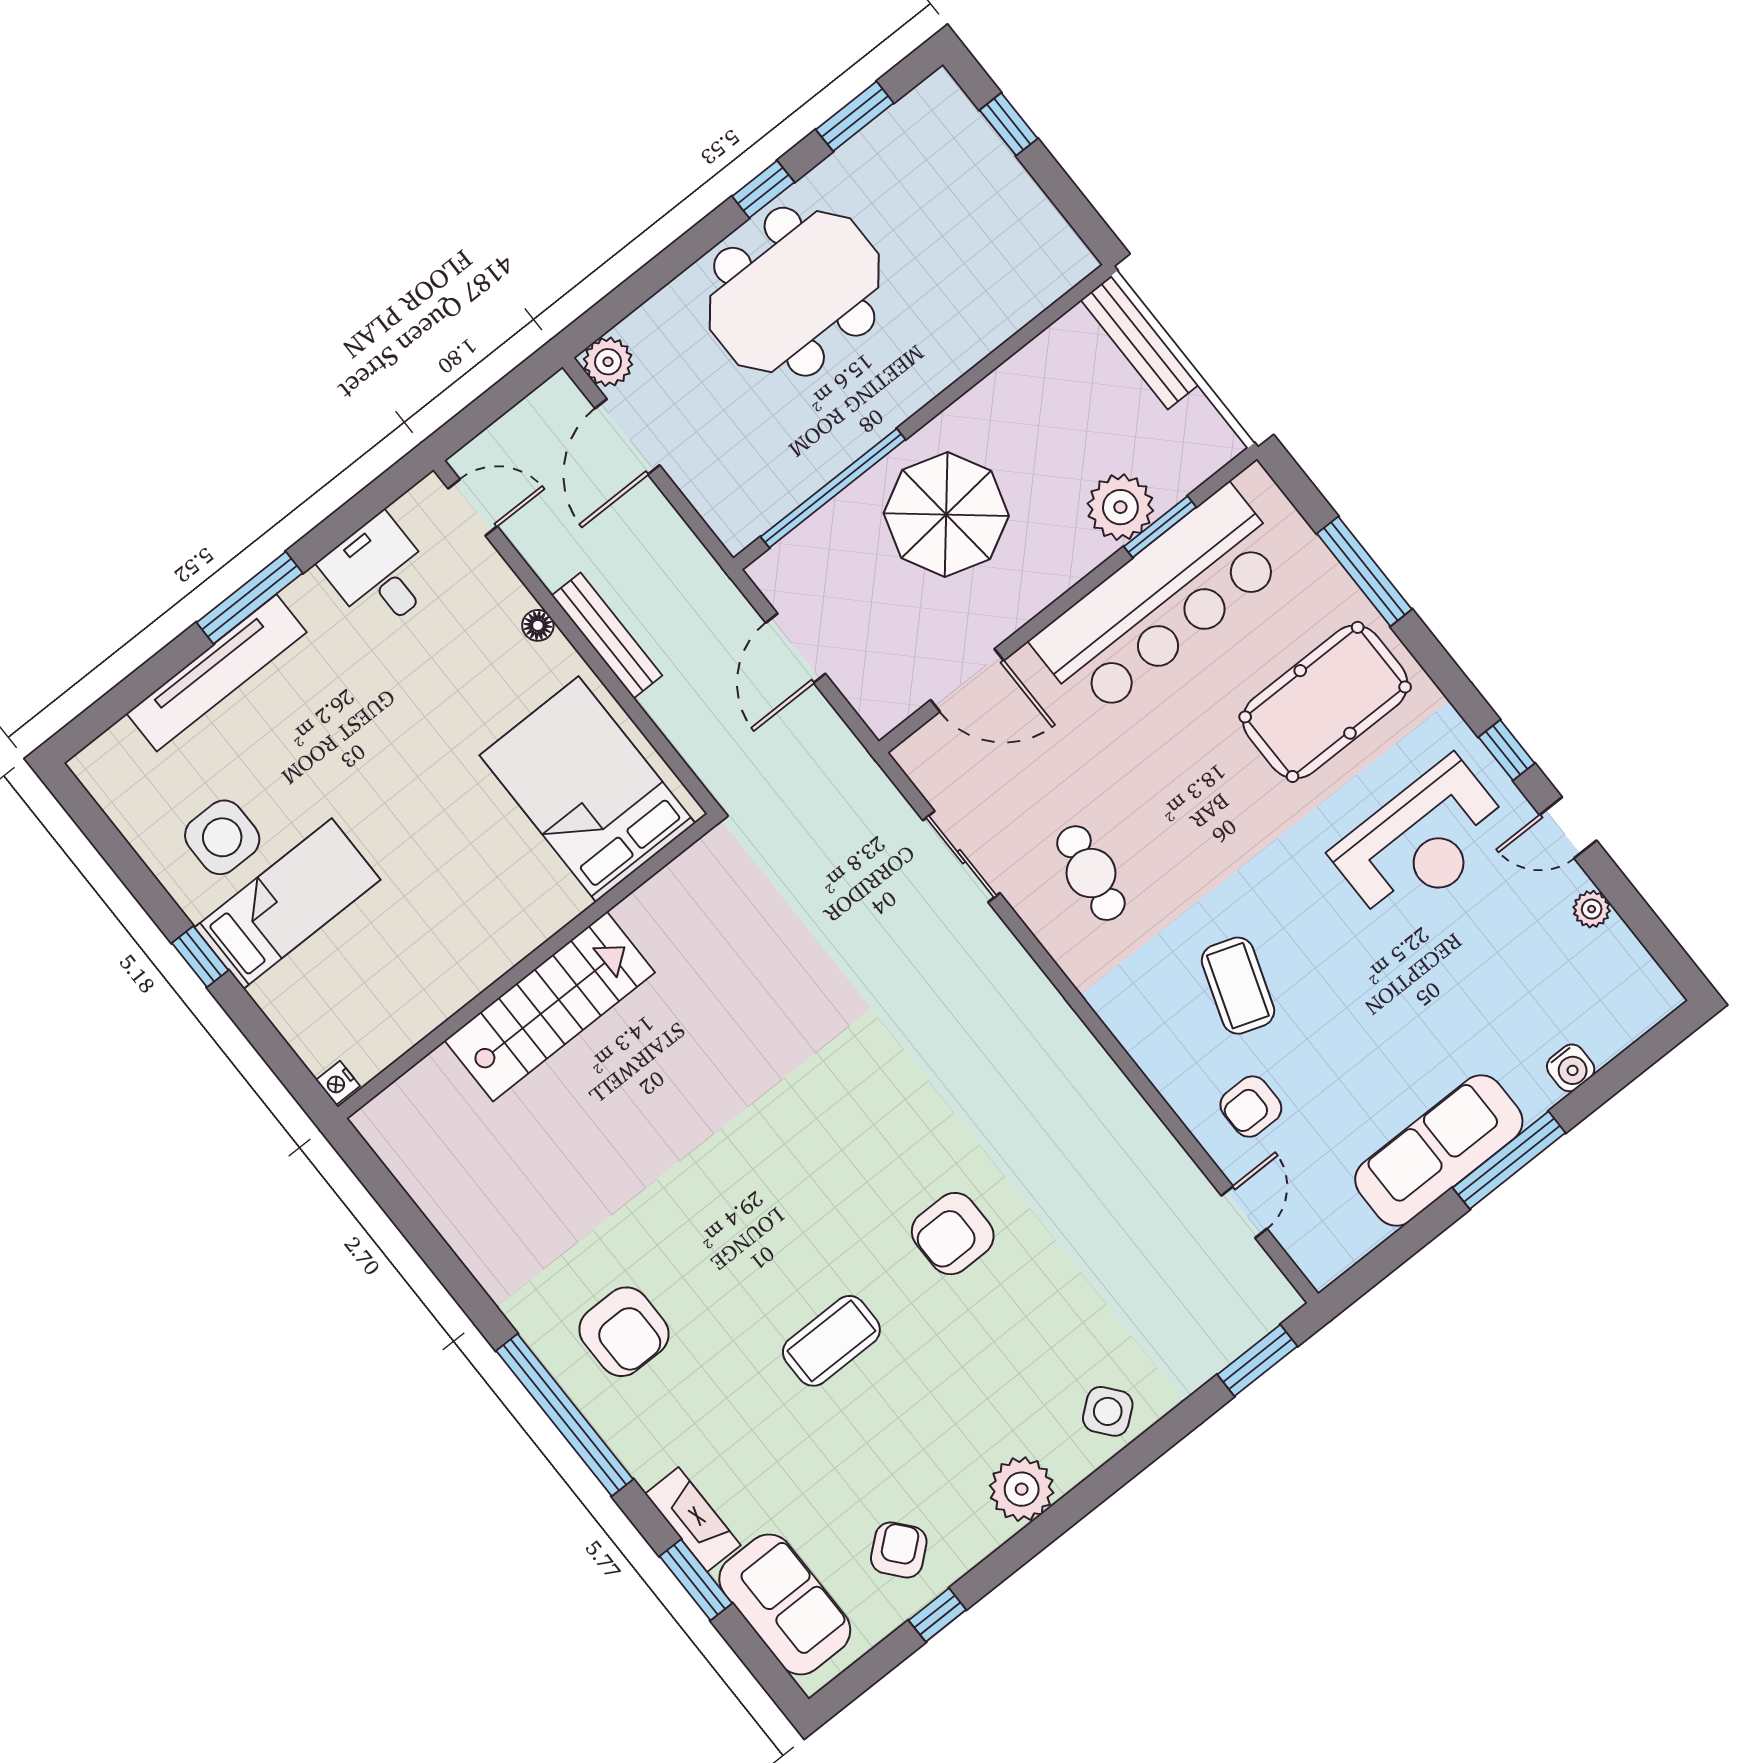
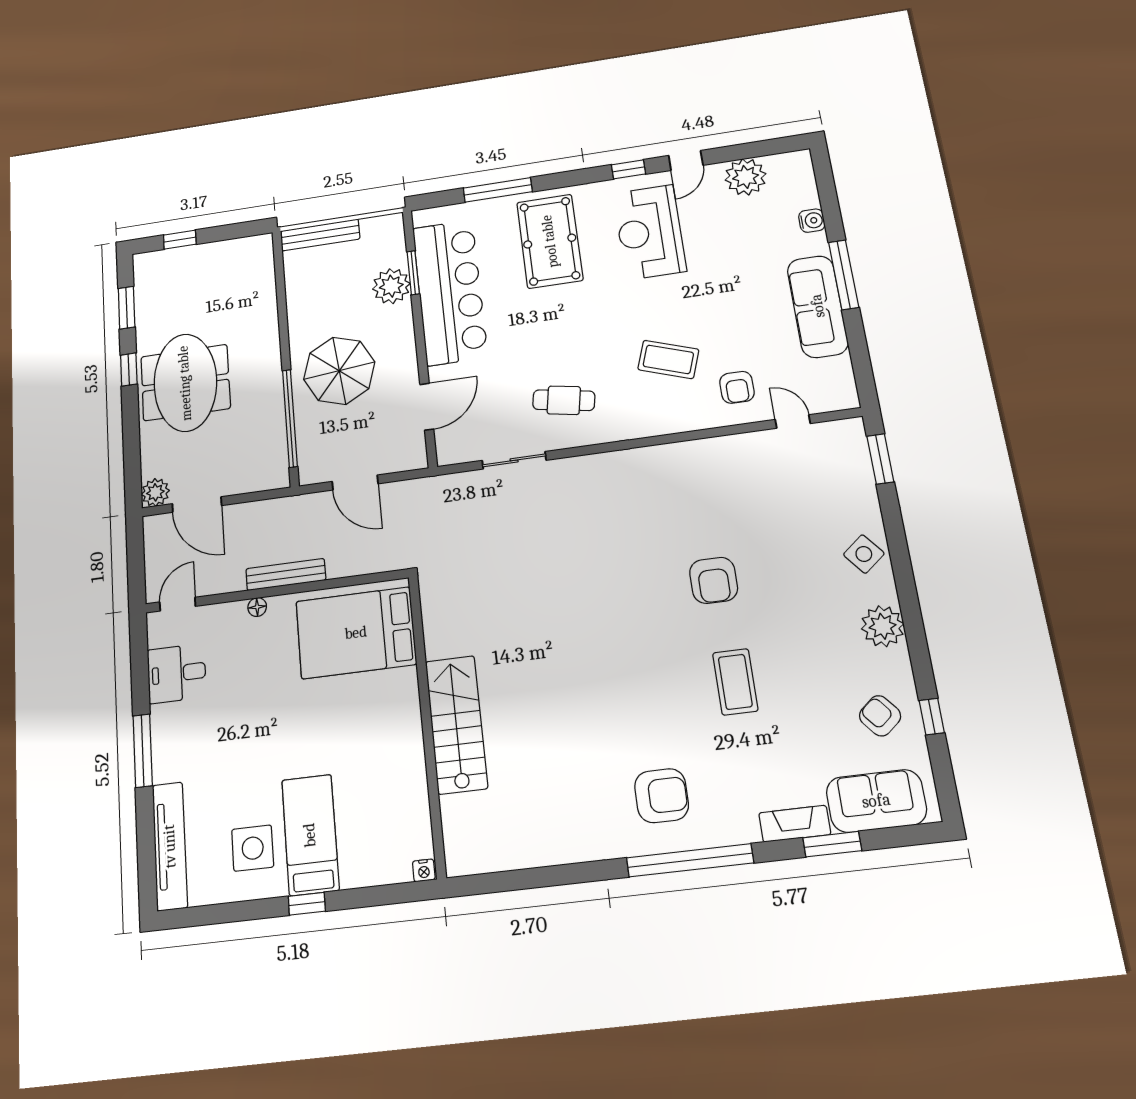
tv unit: (217, 673) -> (170, 846), moved
reception desk: (1422, 842) -> (650, 232), turned 180
plant: (1592, 909) -> (746, 177), width x1.88, depth x1.88

